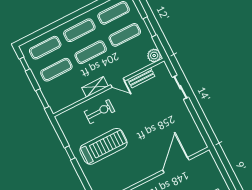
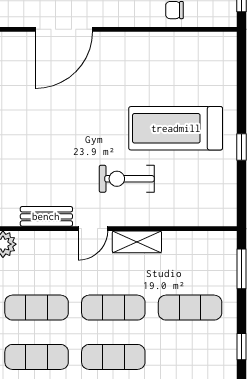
exercise mat: (45, 48) -> (190, 357), removed
door: (118, 83) -> (93, 229), swing flipped
exercise bike: (99, 112) -> (127, 179), moved

